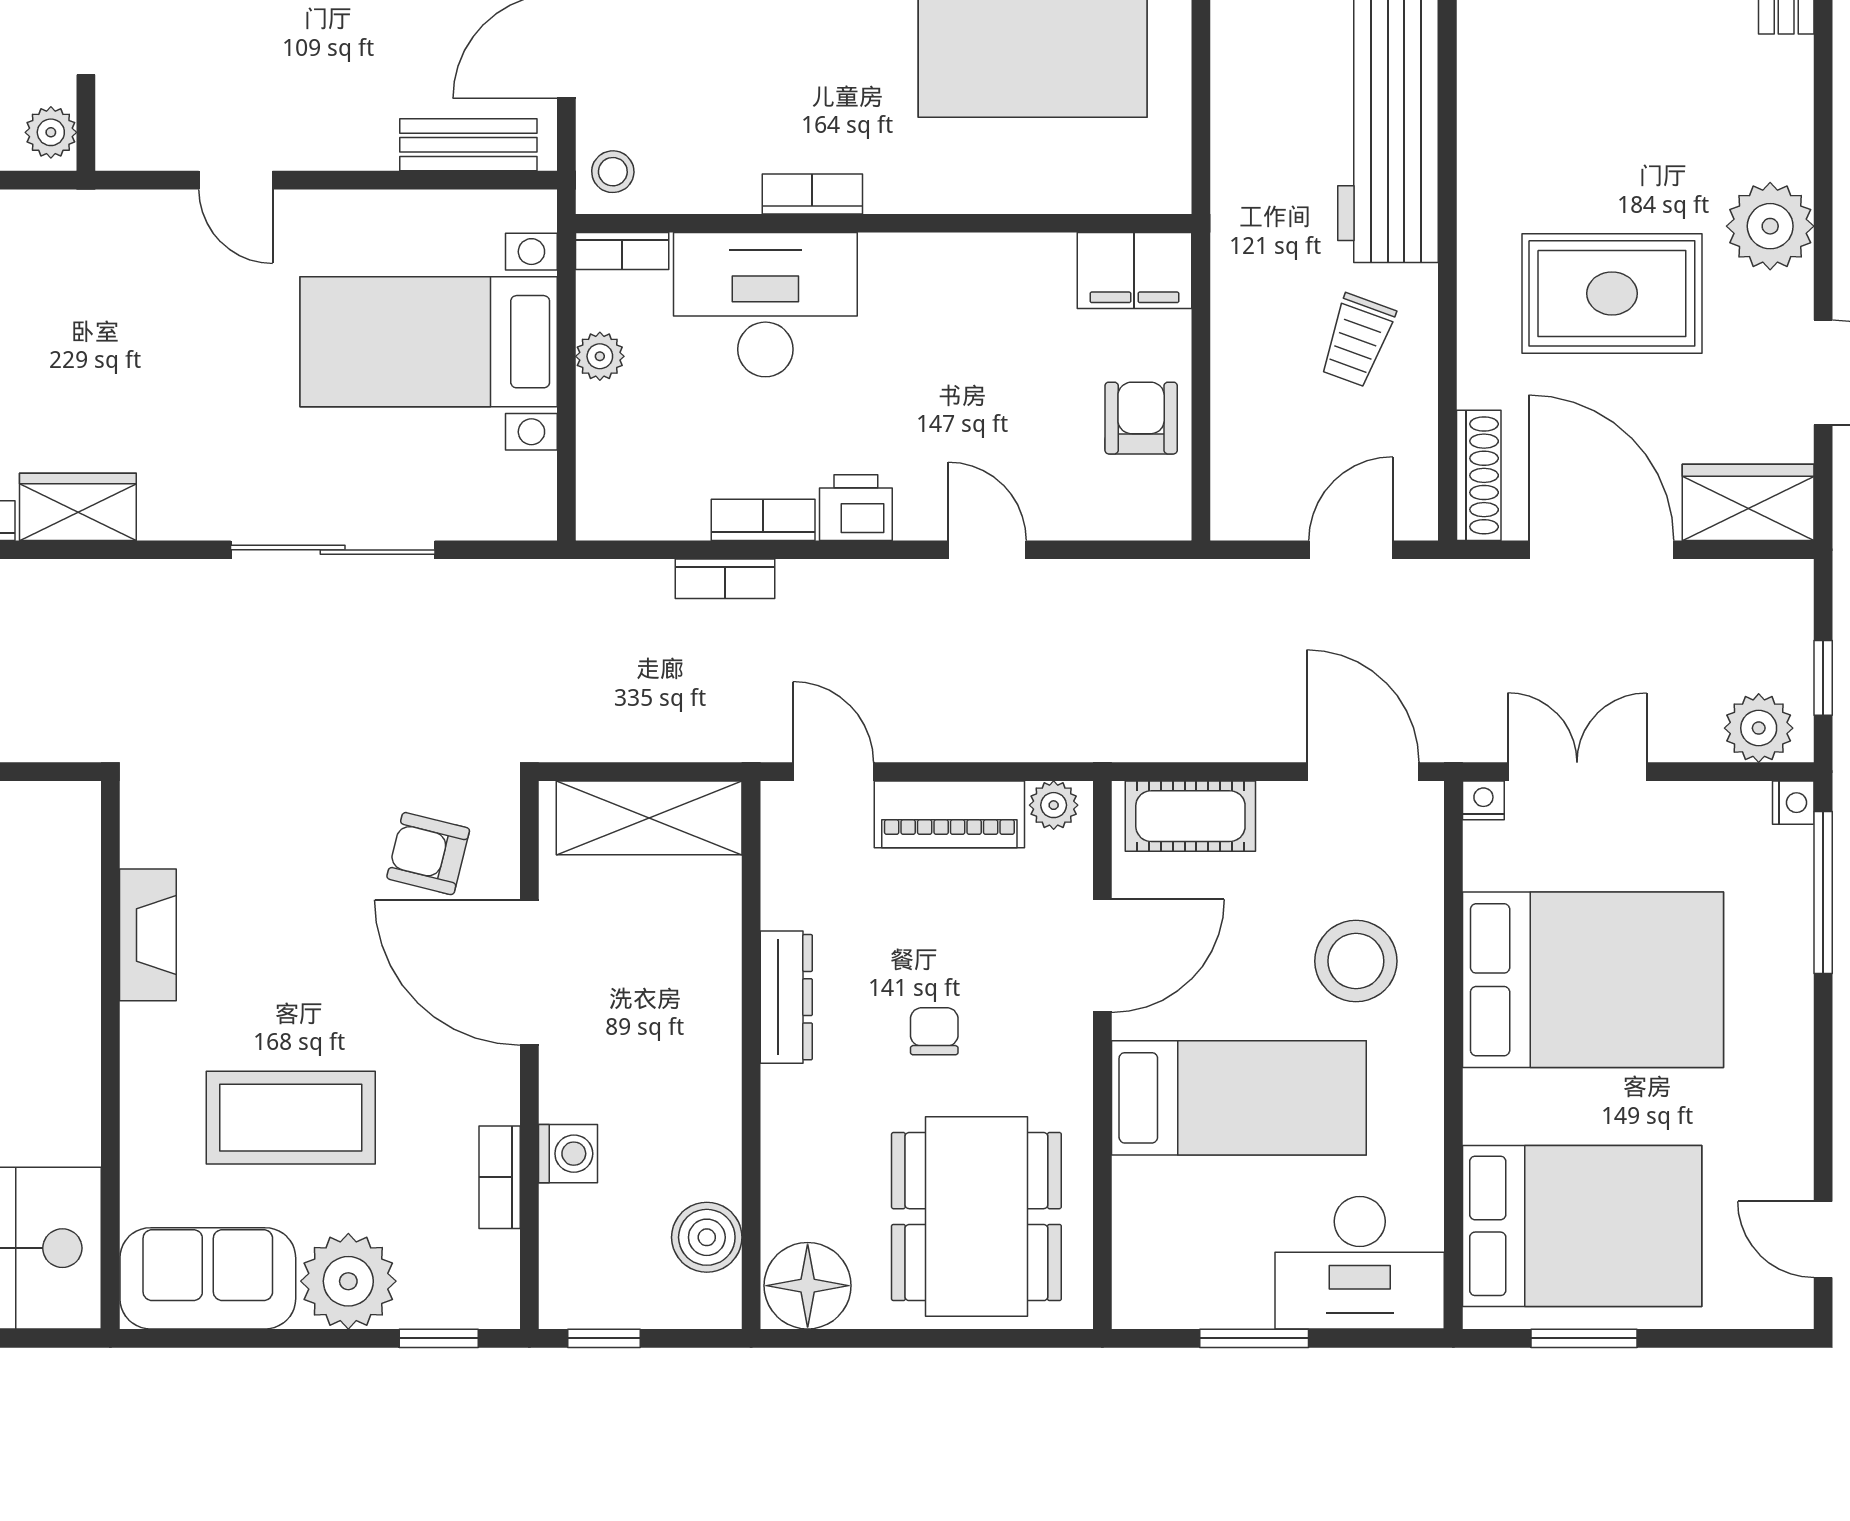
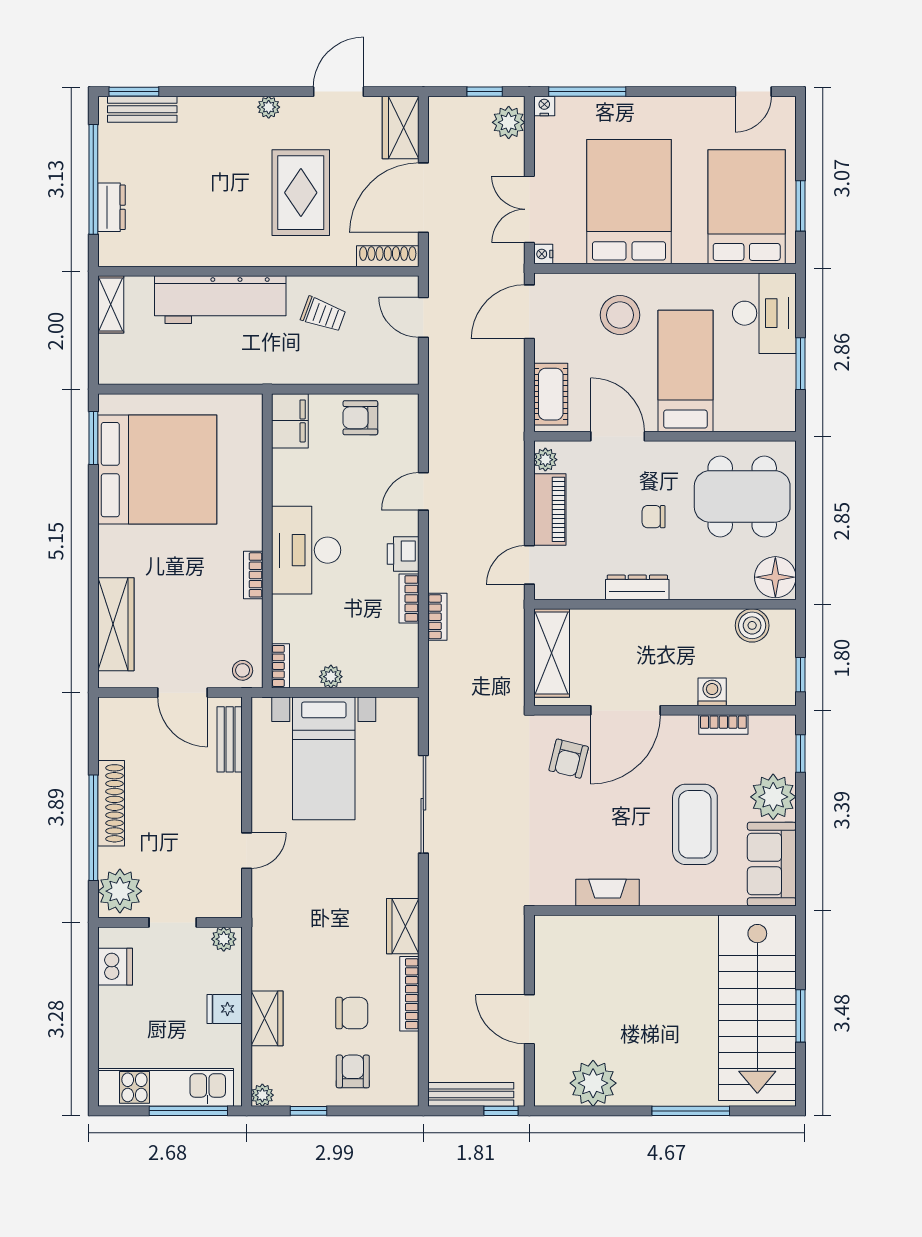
plant: (1770, 226) -> (269, 107), width x0.53, depth x0.53
desk: (765, 305) -> (306, 550), moved

